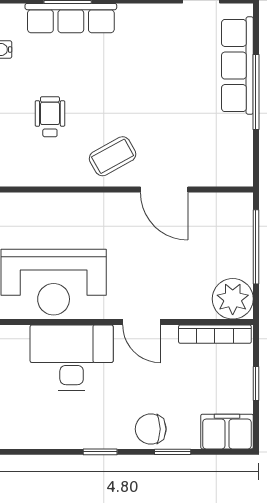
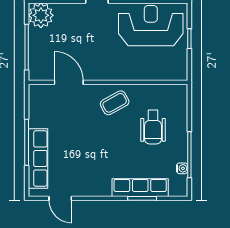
wheelchair: (50, 117) -> (153, 127), width x1.36, depth x1.37
door: (164, 189) -> (69, 82), moved

